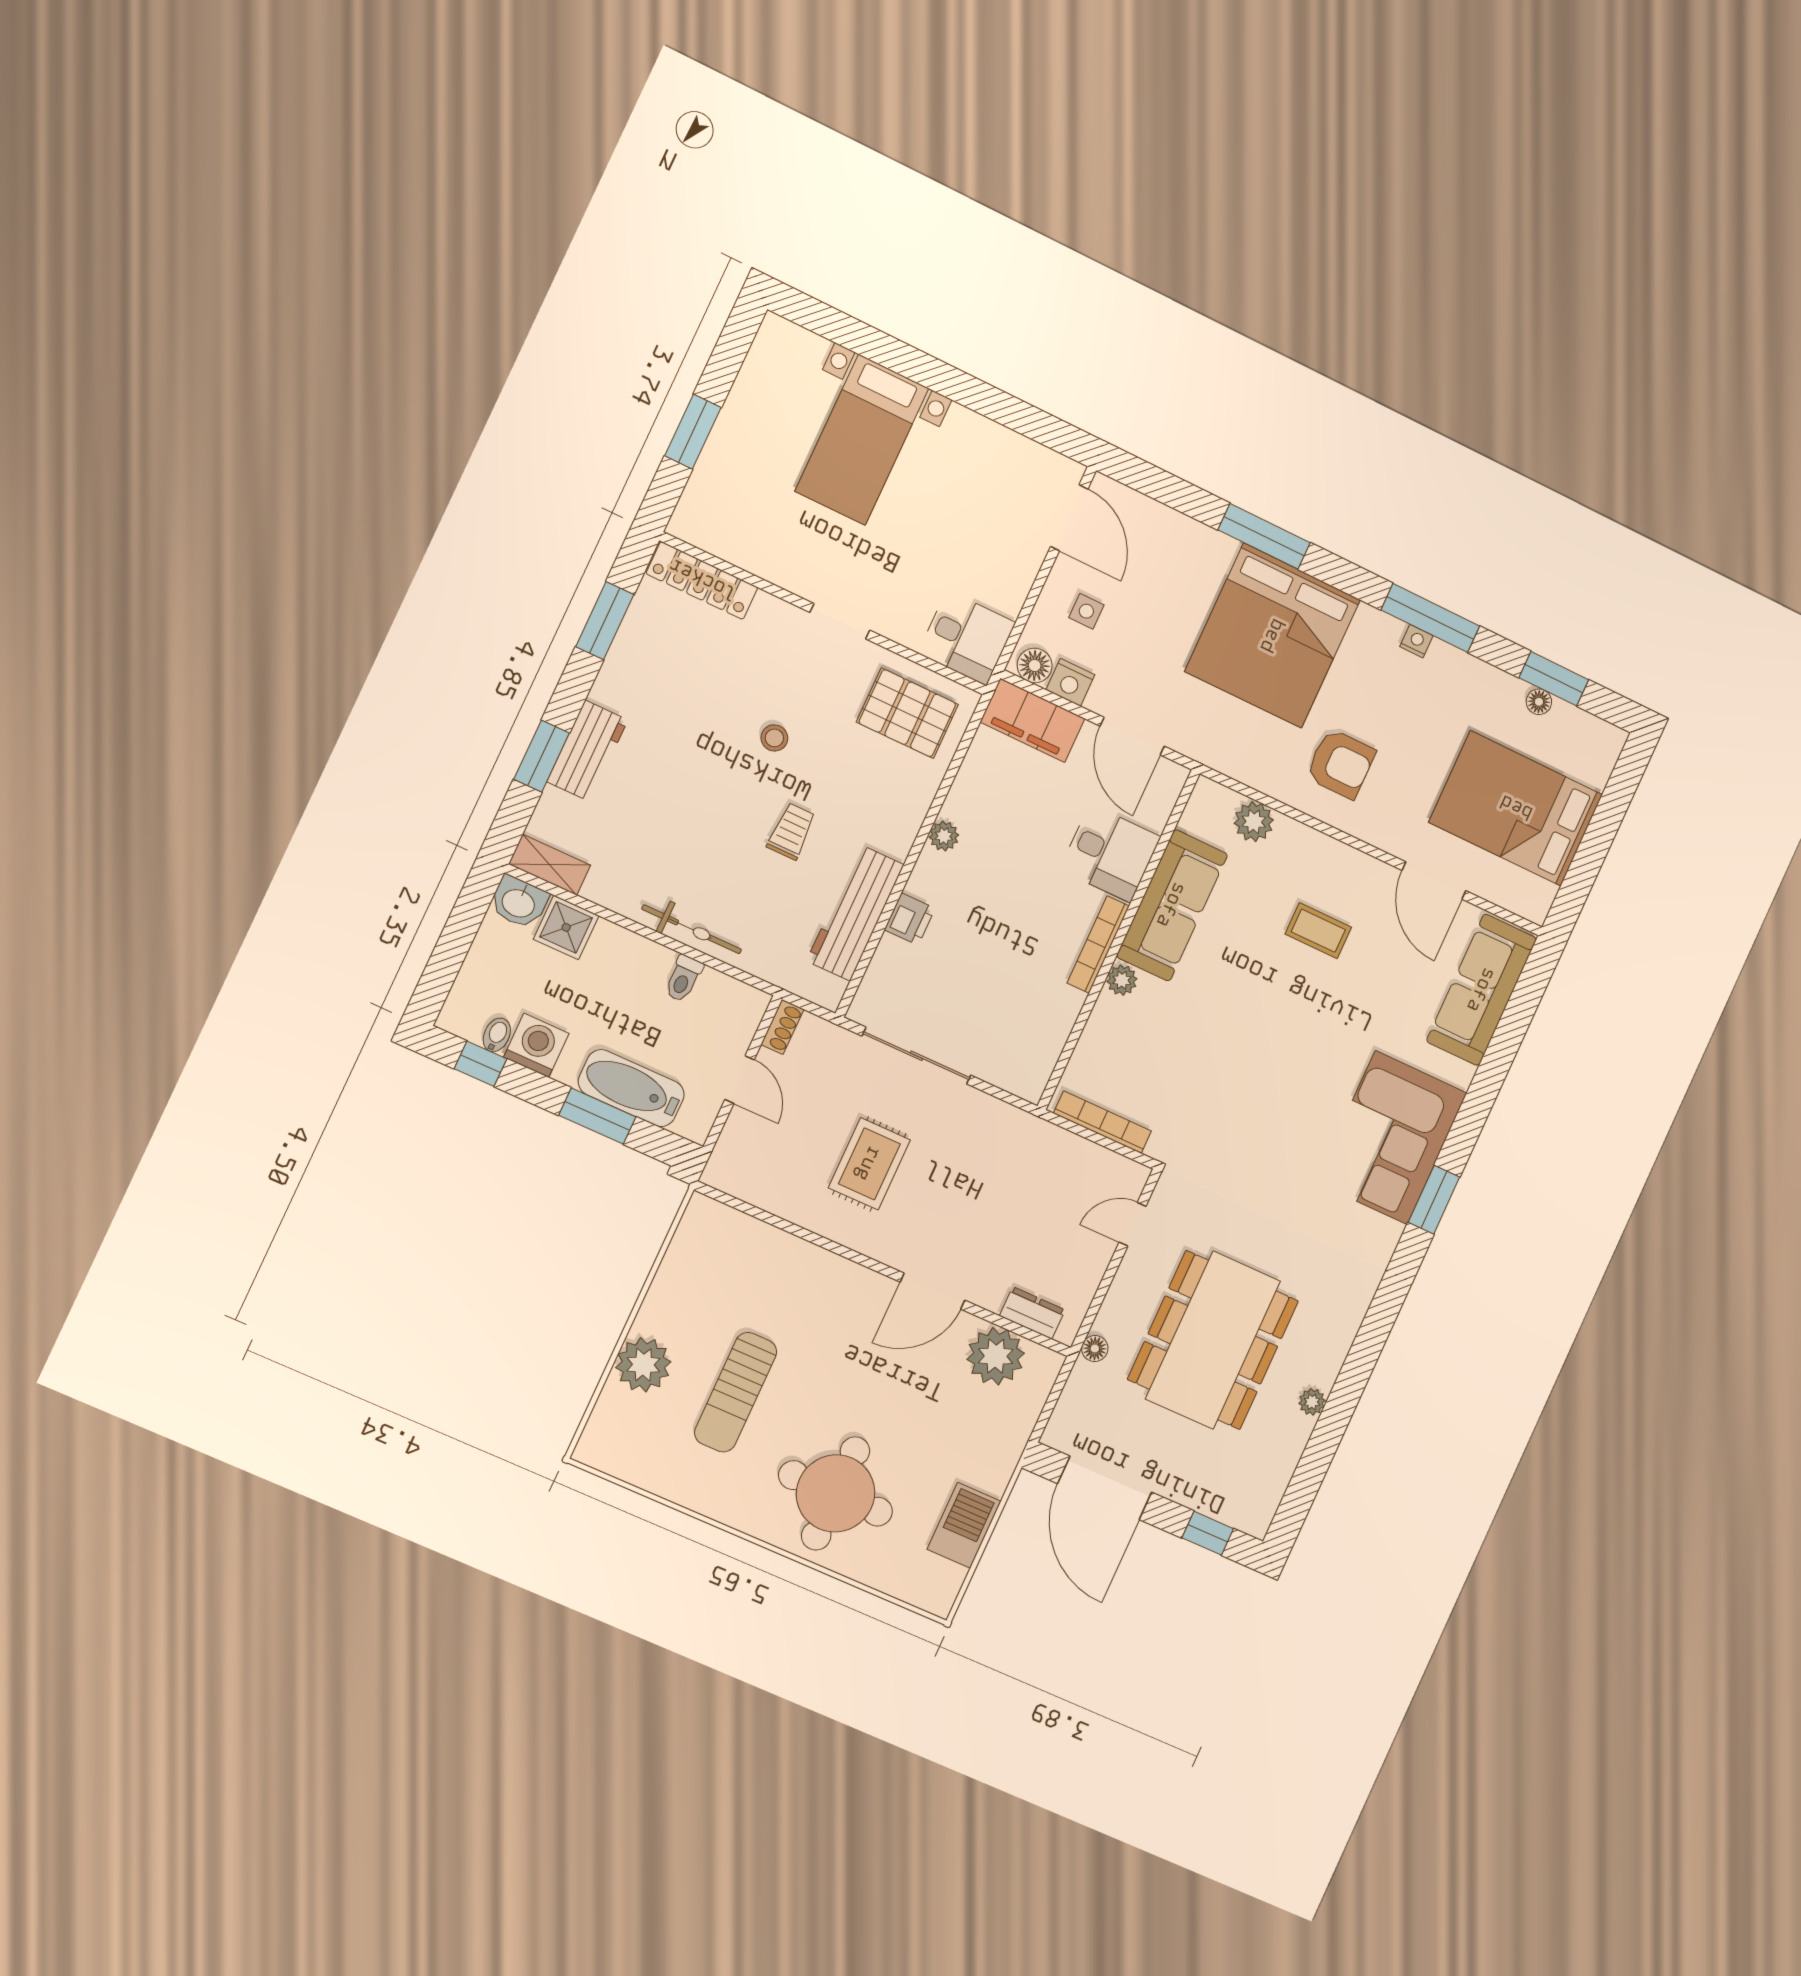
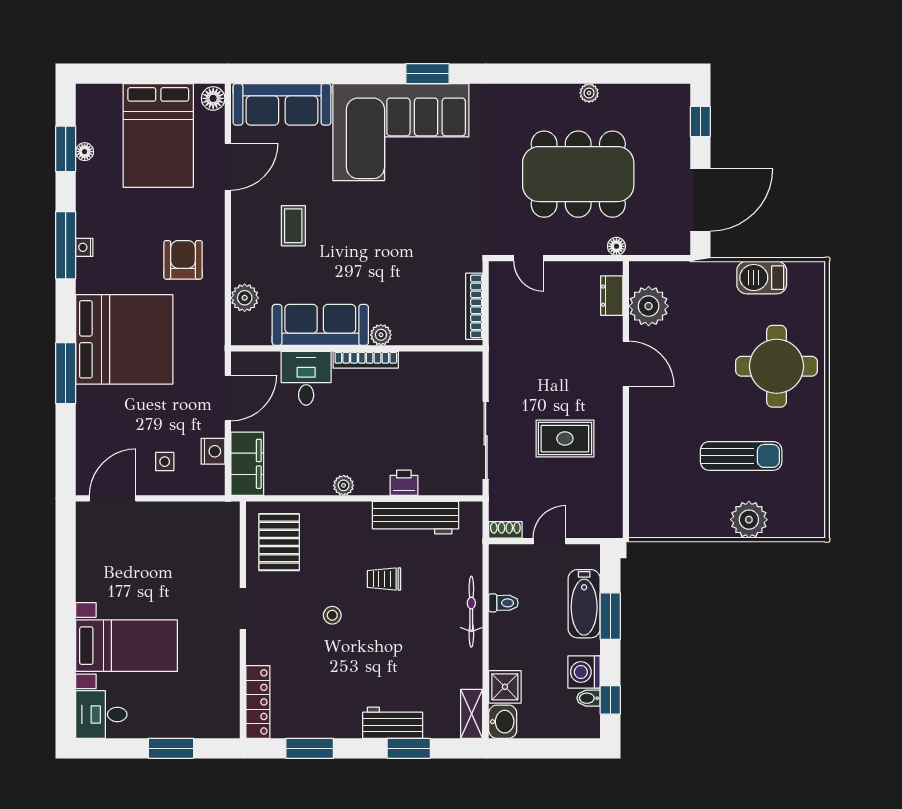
desk: (967, 638) -> (101, 714), moved, turned -90
floor lamp: (1035, 666) -> (213, 98), moved
corner sofa: (1391, 1138) -> (401, 132), width x1.36, depth x1.36

